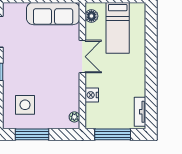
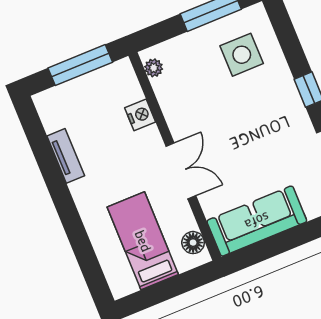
double door: (82, 57) -> (181, 171), swing flipped
tv unit: (140, 112) -> (66, 156), moved

